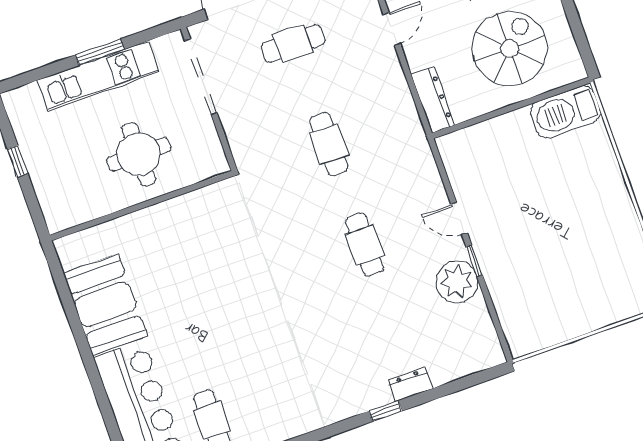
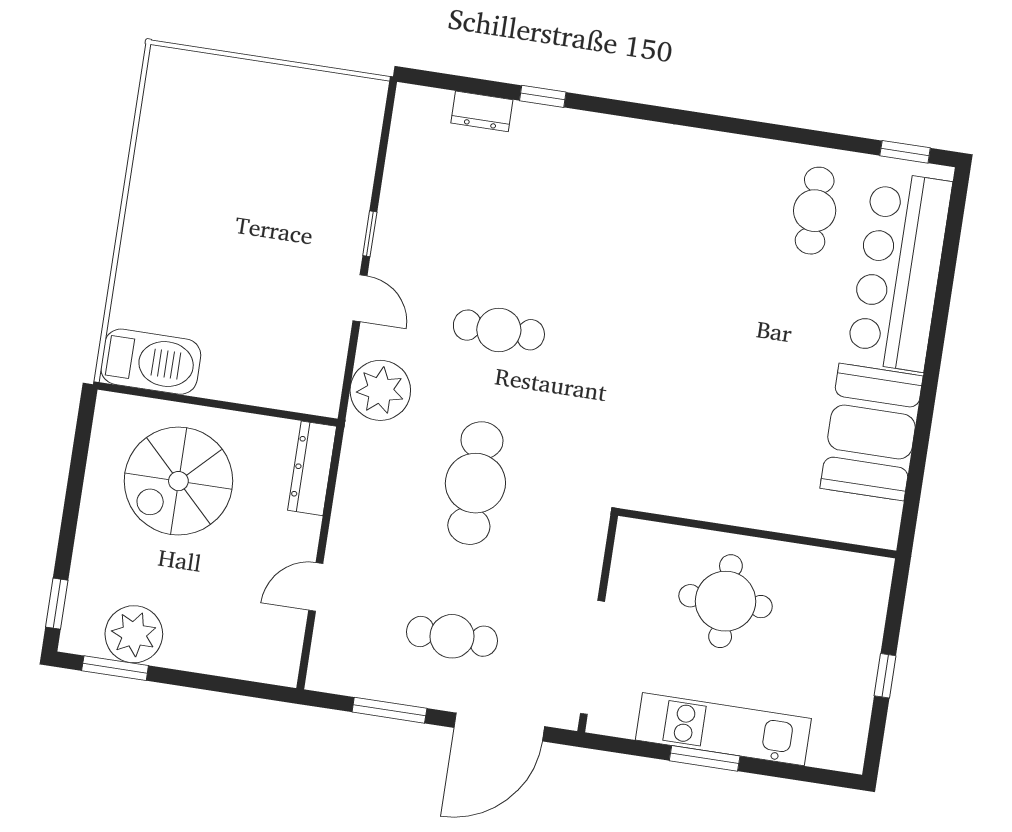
cafe table: (329, 144) -> (475, 483), width x1.37, depth x1.35
cafe table: (365, 245) -> (499, 330), turned 90
plant: (457, 282) -> (380, 390), moved
dresser: (410, 385) -> (482, 111), moved
window: (385, 411) -> (543, 96), moved

